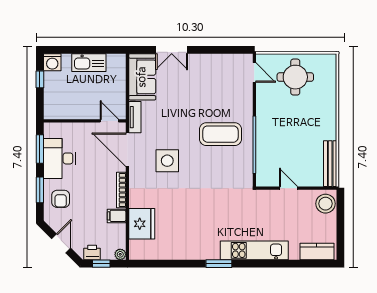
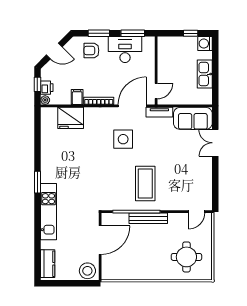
round table: (295, 77) -> (186, 257), moved
bench: (330, 164) -> (148, 218), moved
door: (288, 188) -> (100, 240), width x1.87
printer: (92, 253) -> (47, 88), moved

